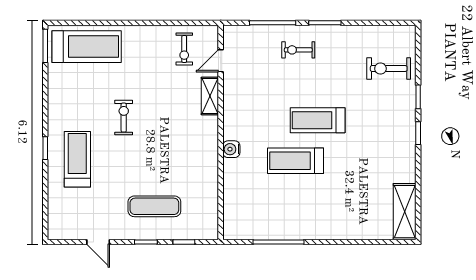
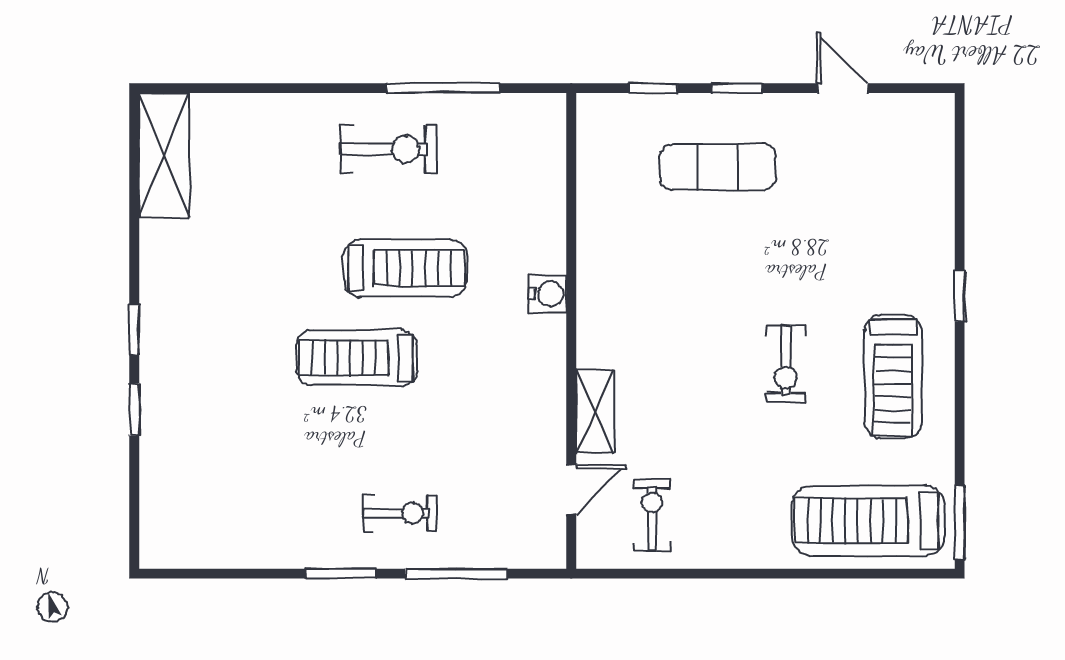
exercise bike: (389, 69) -> (388, 149), moved
treadmill: (318, 120) -> (357, 358), turned 180
treadmill: (77, 159) -> (893, 377), moved

